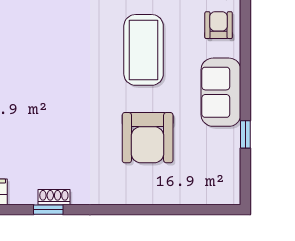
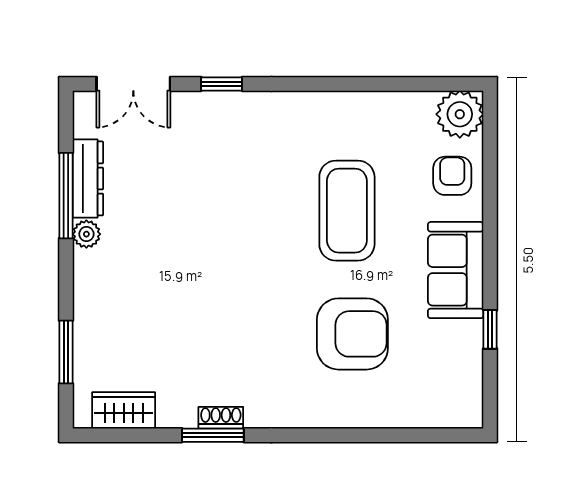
armchair: (148, 138) -> (352, 334), turned -90
window: (48, 210) -> (213, 435), width x1.50

